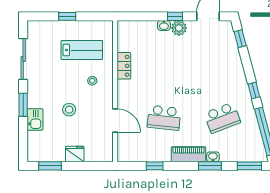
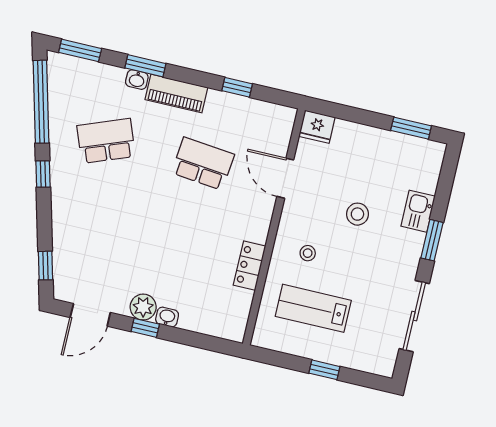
fridge: (75, 154) -> (317, 127), moved

